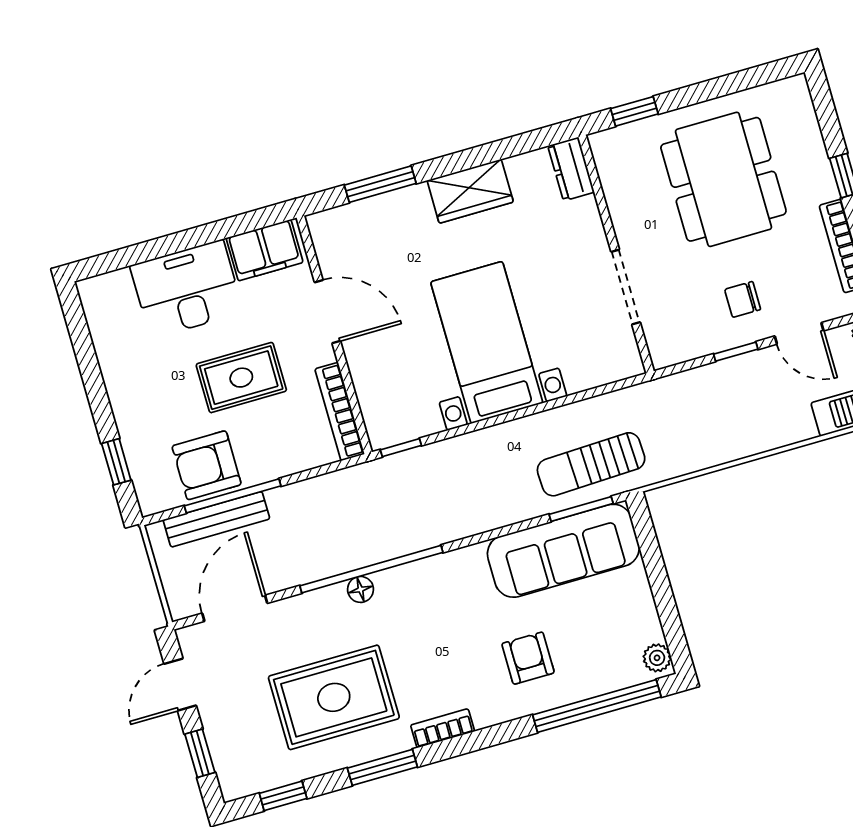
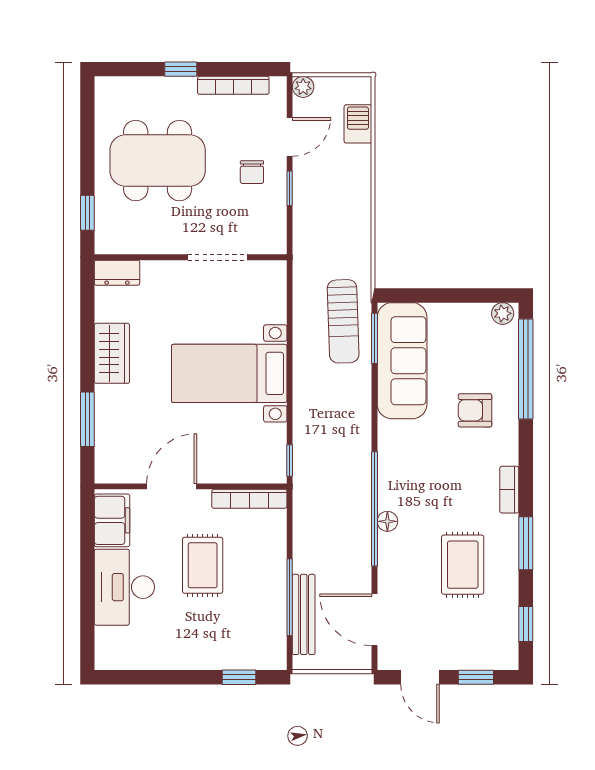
armchair: (207, 465) -> (261, 610), removed
rug: (334, 697) -> (463, 565), width x0.73, depth x0.70

